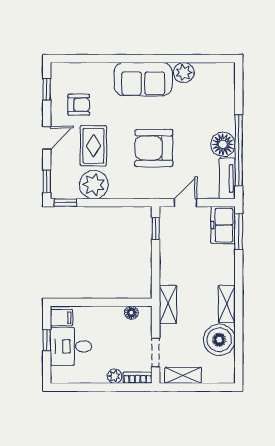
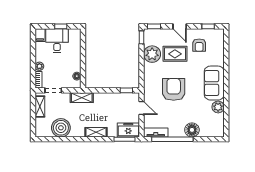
floor lamp: (223, 144) -> (192, 130), moved
shelving: (227, 304) -> (96, 132), moved
filing cabinet: (61, 318) -> (40, 35), moved

